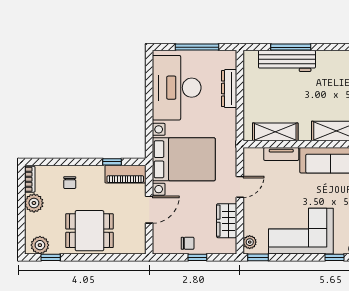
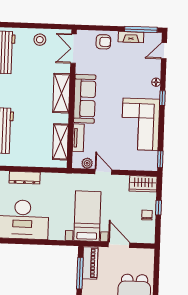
bed with nightstands: (184, 159) -> (87, 216), width x0.73
window: (112, 162) -> (80, 273), width x2.17
wardrobe: (227, 221) -> (143, 184), moved
plant: (250, 242) -> (87, 163), moved

